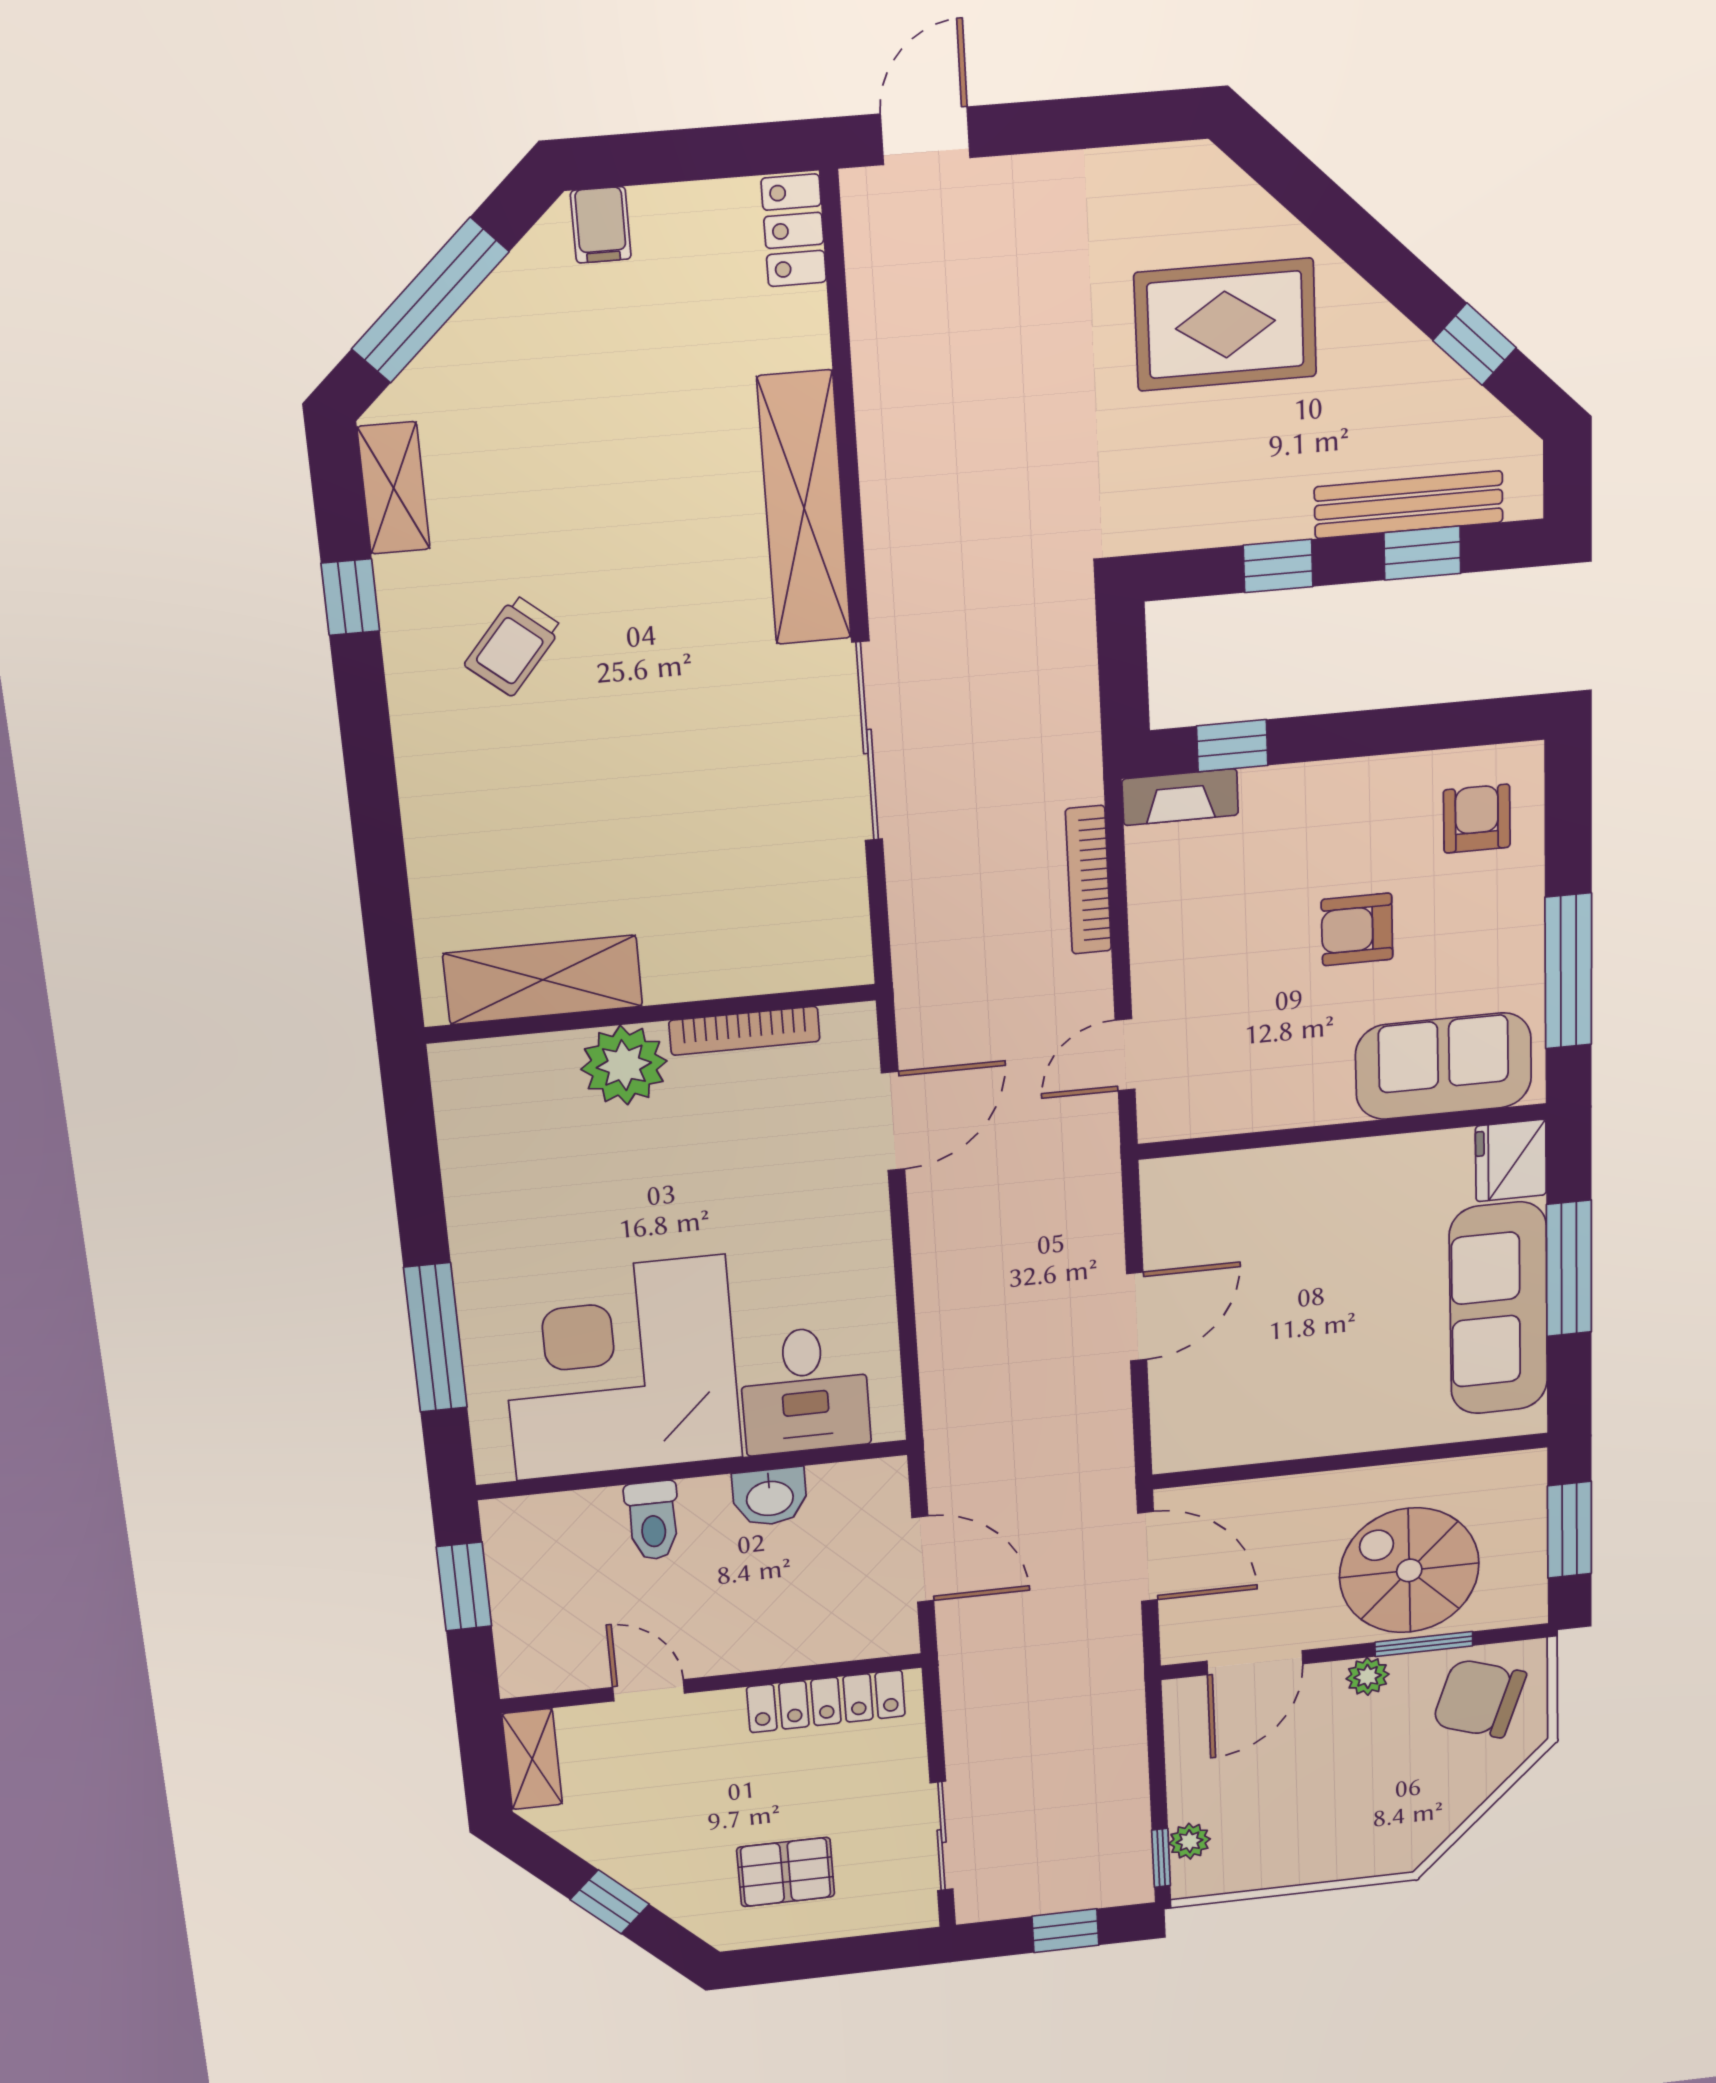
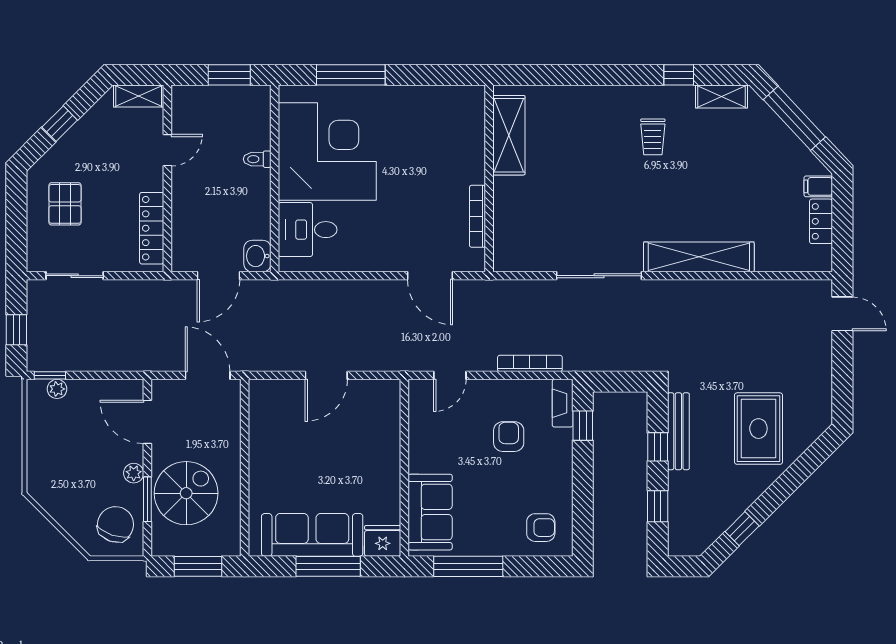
locker: (794, 230) -> (821, 221), moved, turned -90
bench: (1409, 505) -> (678, 431), moved
trolley: (513, 646) -> (653, 137), turned -130
armchair: (1357, 929) -> (509, 437), moved
door: (1125, 1055) -> (450, 375), swing flipped
plant: (624, 1065) -> (467, 165), removed
door: (1137, 1317) -> (326, 375), hinge flipped
washbasin: (770, 1497) -> (257, 256), moved
toilet: (653, 1521) -> (257, 159), width x0.73, depth x0.72
door: (1148, 1557) -> (208, 375), swing flipped

